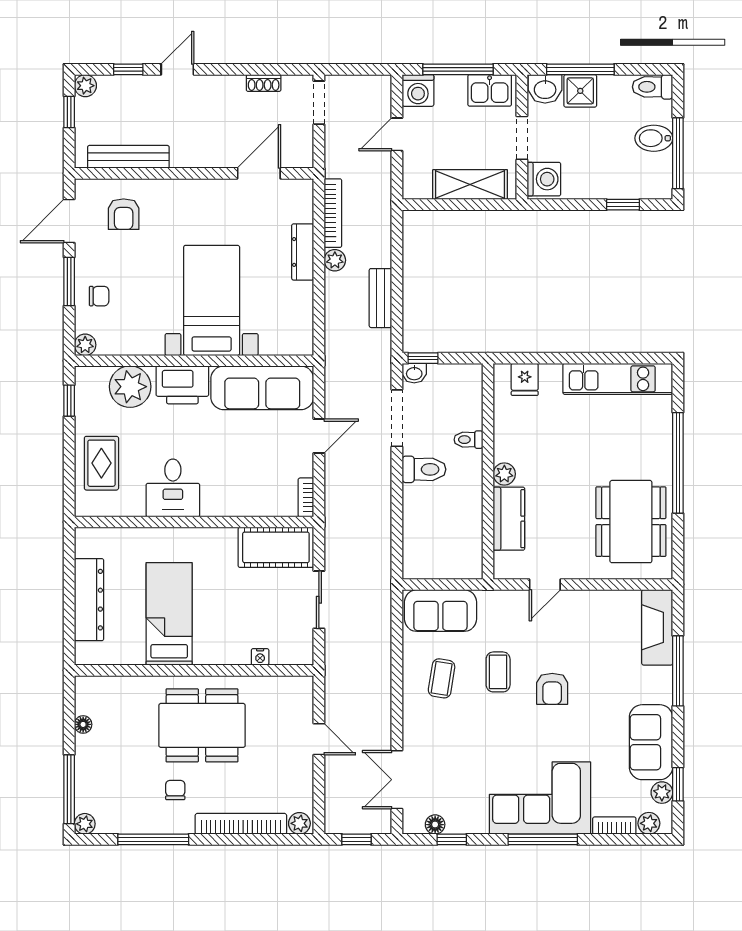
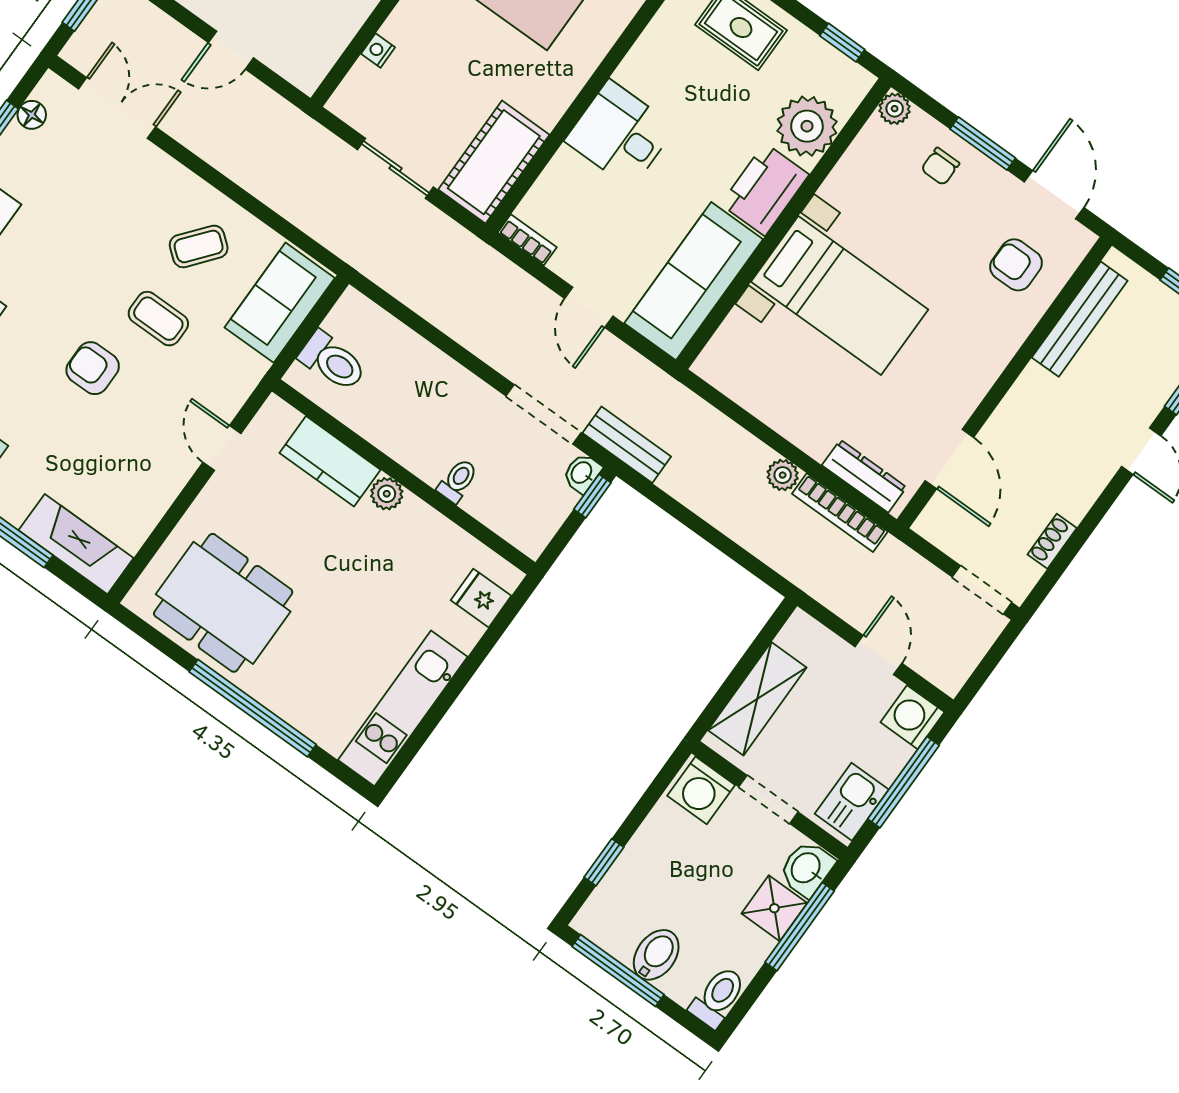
dresser: (303, 252) -> (864, 476), moved
bench: (380, 298) -> (627, 445), moved
toilet: (424, 469) -> (333, 361), moved, turned -90
desk: (173, 488) -> (620, 134), moved
coffee table: (442, 678) -> (199, 246), turned -60

